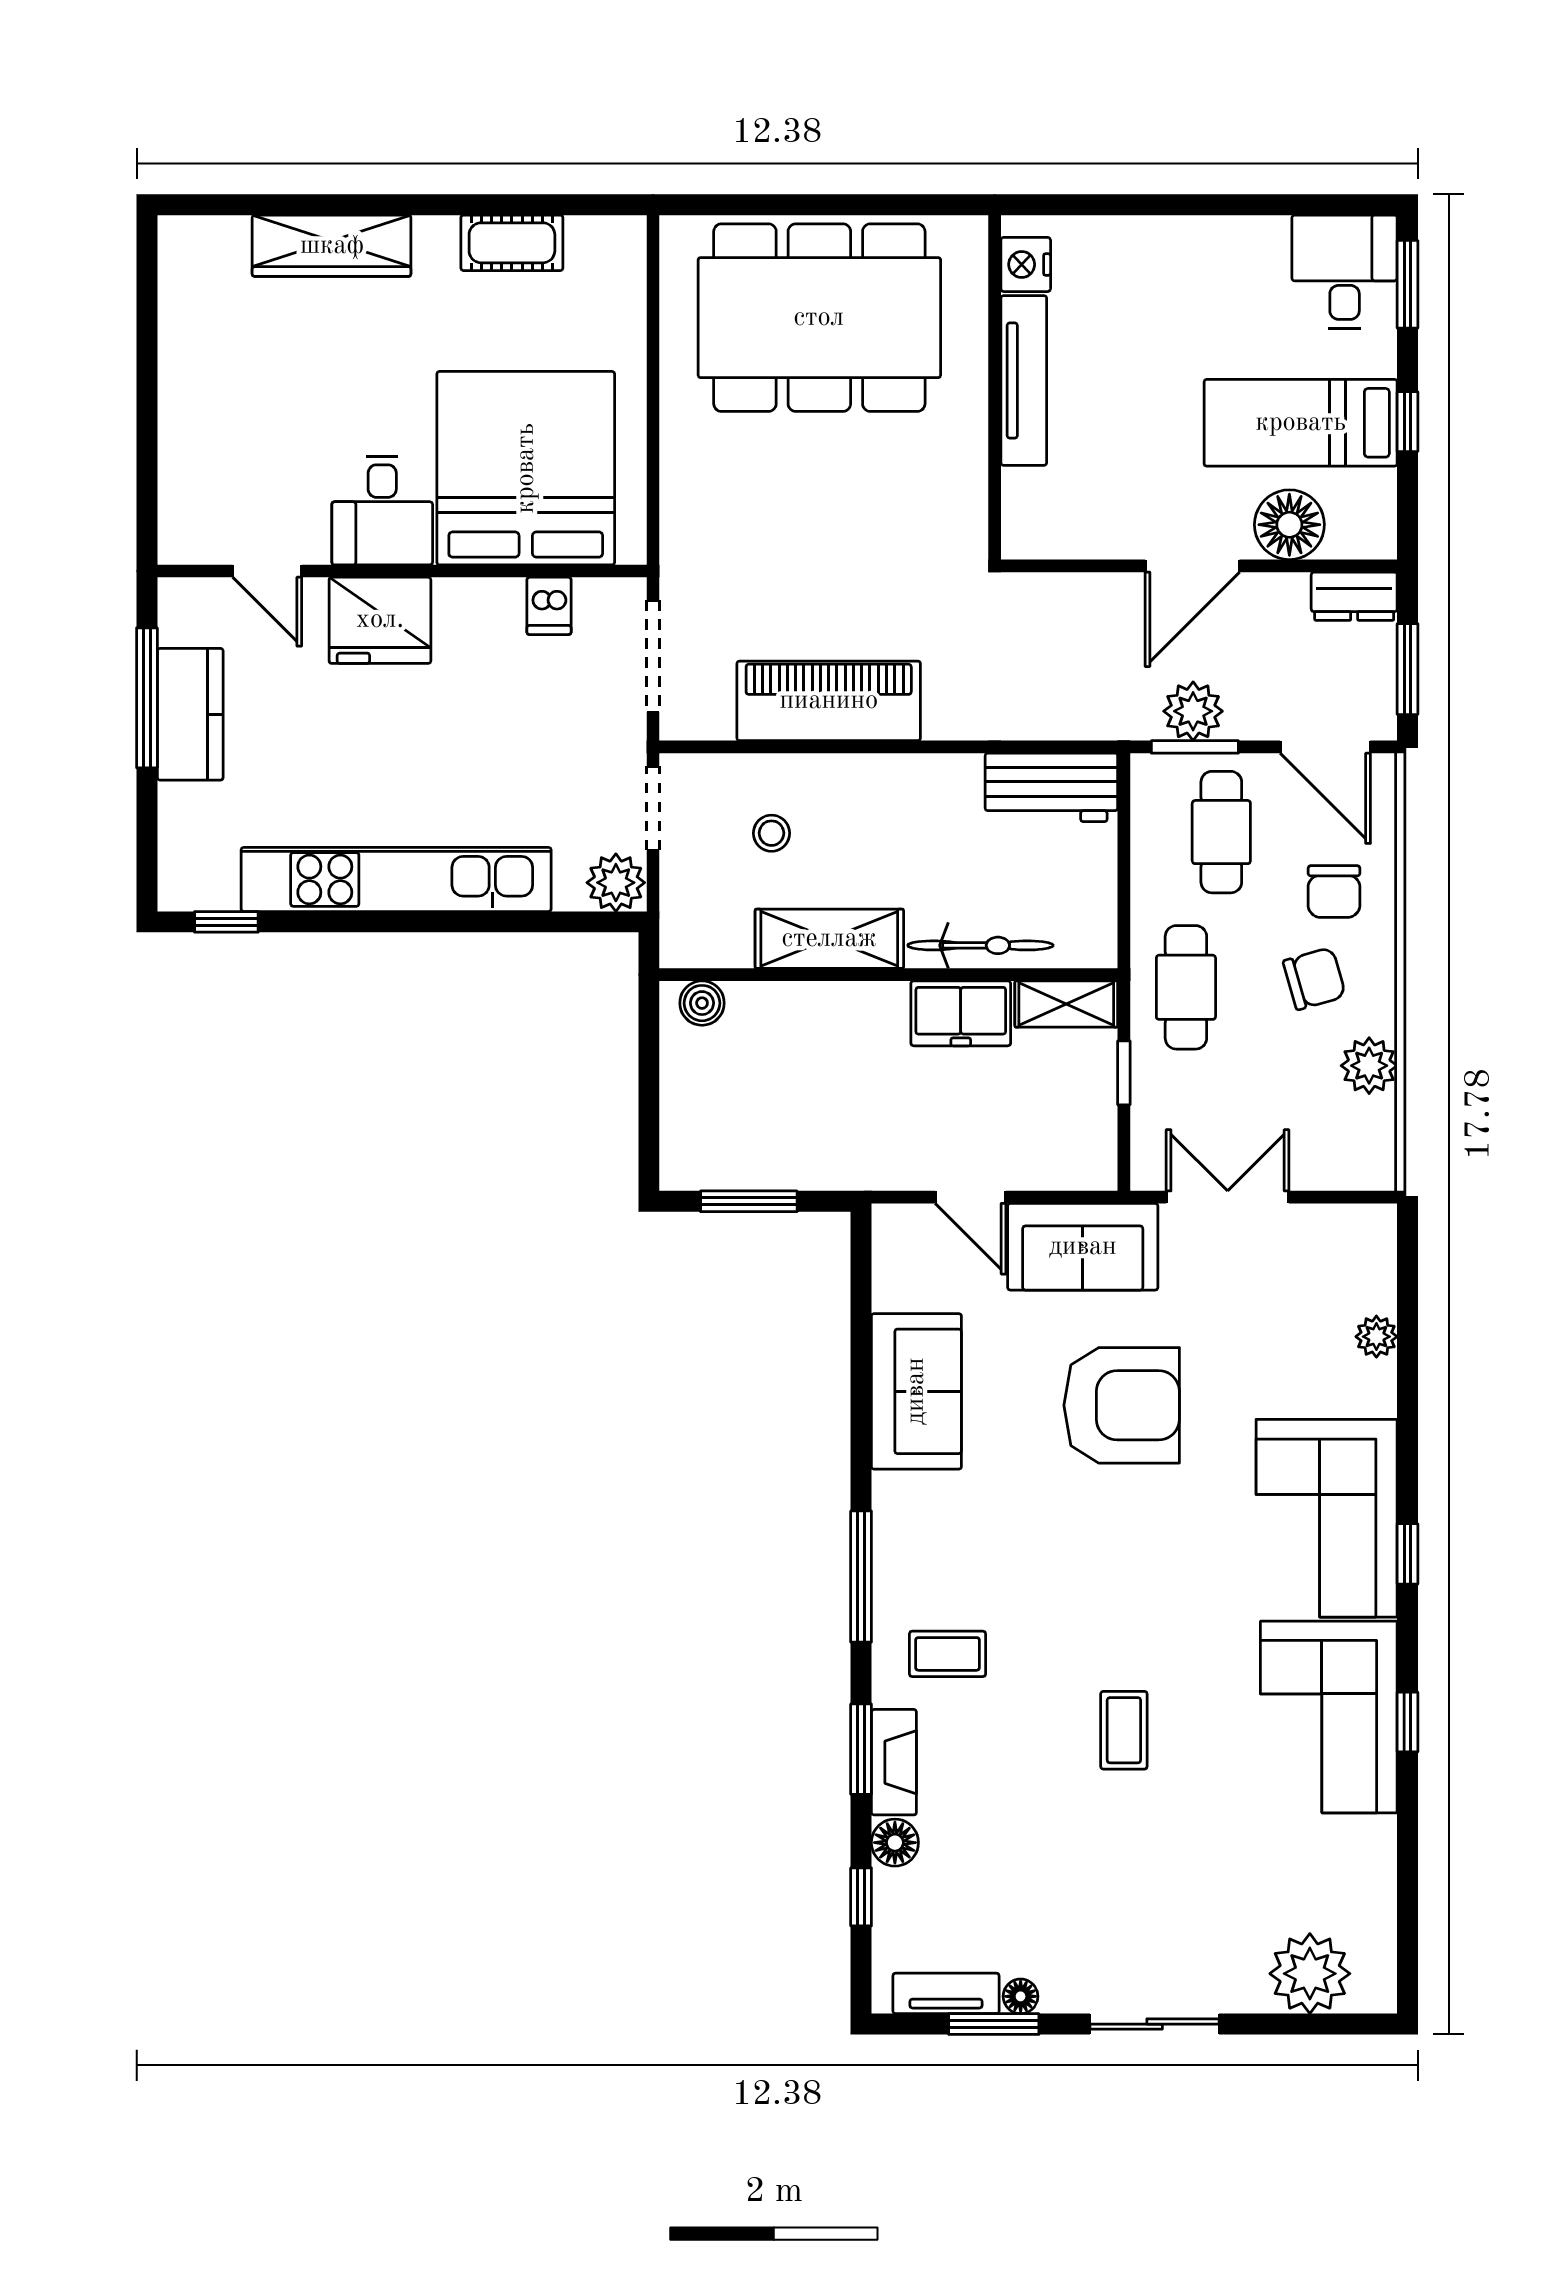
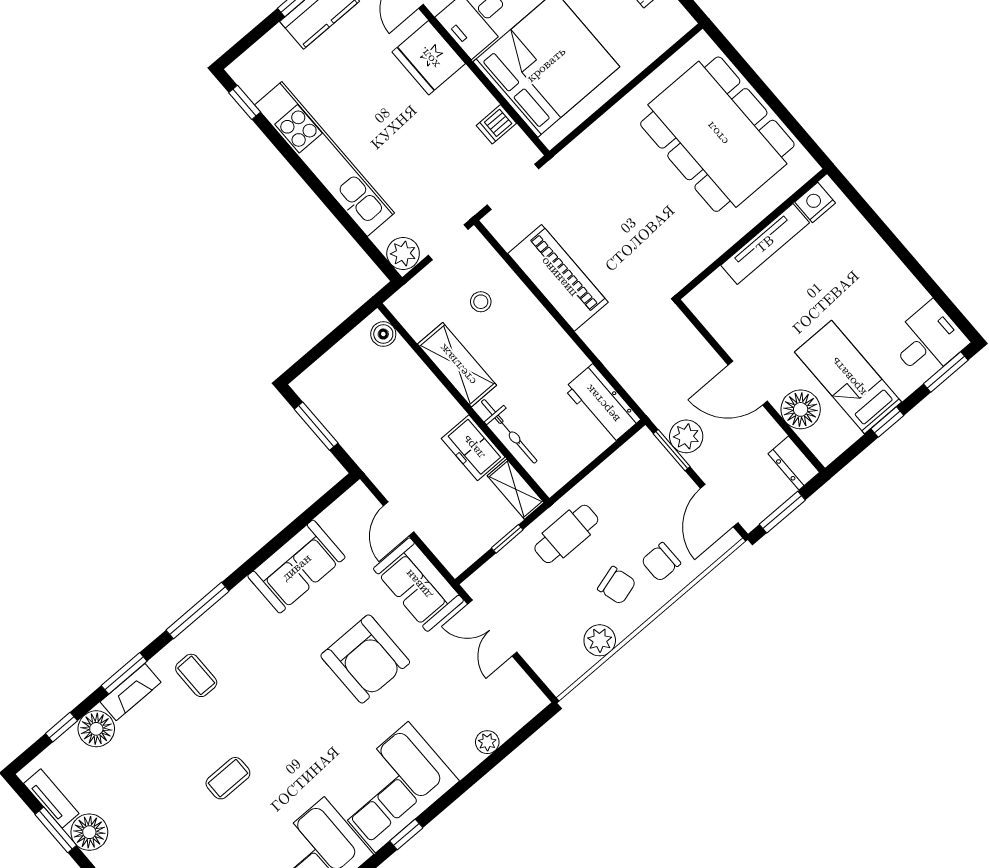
cafe table: (1221, 832) -> (645, 492), removed
double door: (1228, 1197) -> (492, 628), swing flipped
floor lamp: (895, 1843) -> (96, 729), width x1.38, depth x1.38
floor lamp: (1021, 1996) -> (89, 832), width x1.89, depth x1.89

